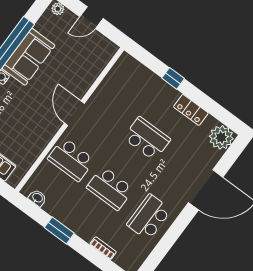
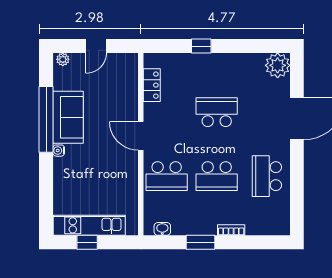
locker: (191, 110) -> (152, 85), moved, turned -90
bookcase: (103, 248) -> (231, 230), moved

